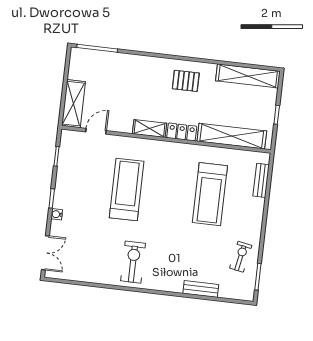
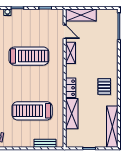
shelving: (150, 129) -> (70, 53), moved
shelving: (232, 136) -> (72, 114), width x0.68

